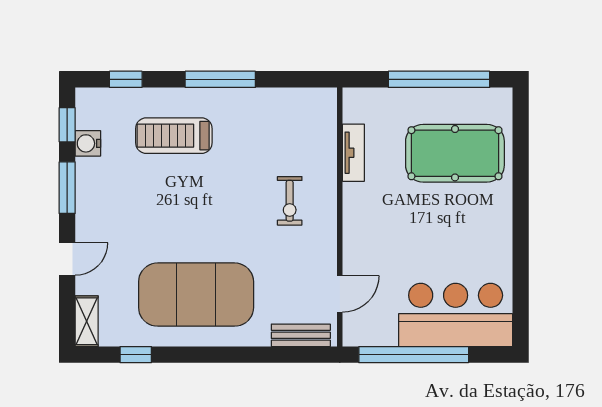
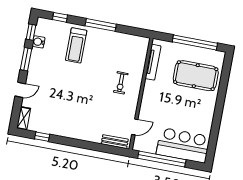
treadmill: (174, 136) -> (76, 45), turned -90
tv unit: (353, 153) -> (153, 62), width x1.41
exercise mat: (196, 295) -> (73, 116), removed

